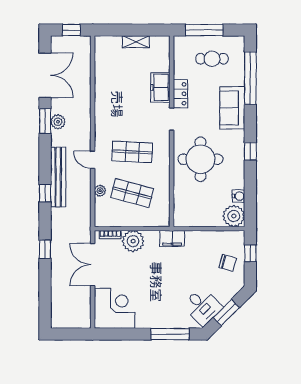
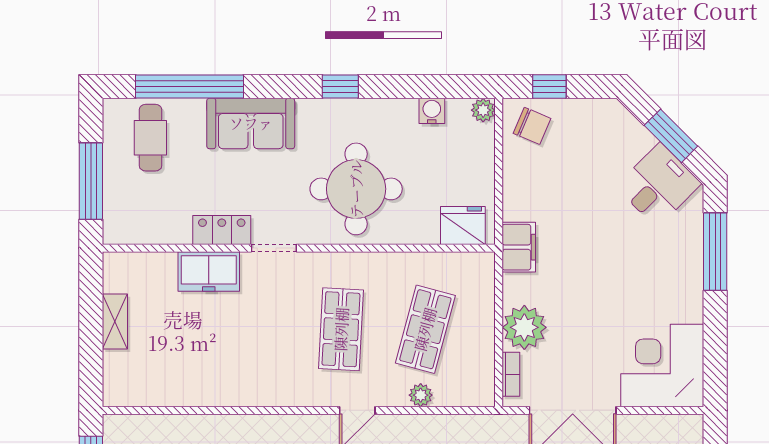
cafe table: (212, 59) -> (150, 138), moved
fridge: (183, 211) -> (463, 226), added
plant: (234, 216) -> (483, 110), width x0.53, depth x0.53
chair: (228, 263) -> (532, 126), moved, turned 97

